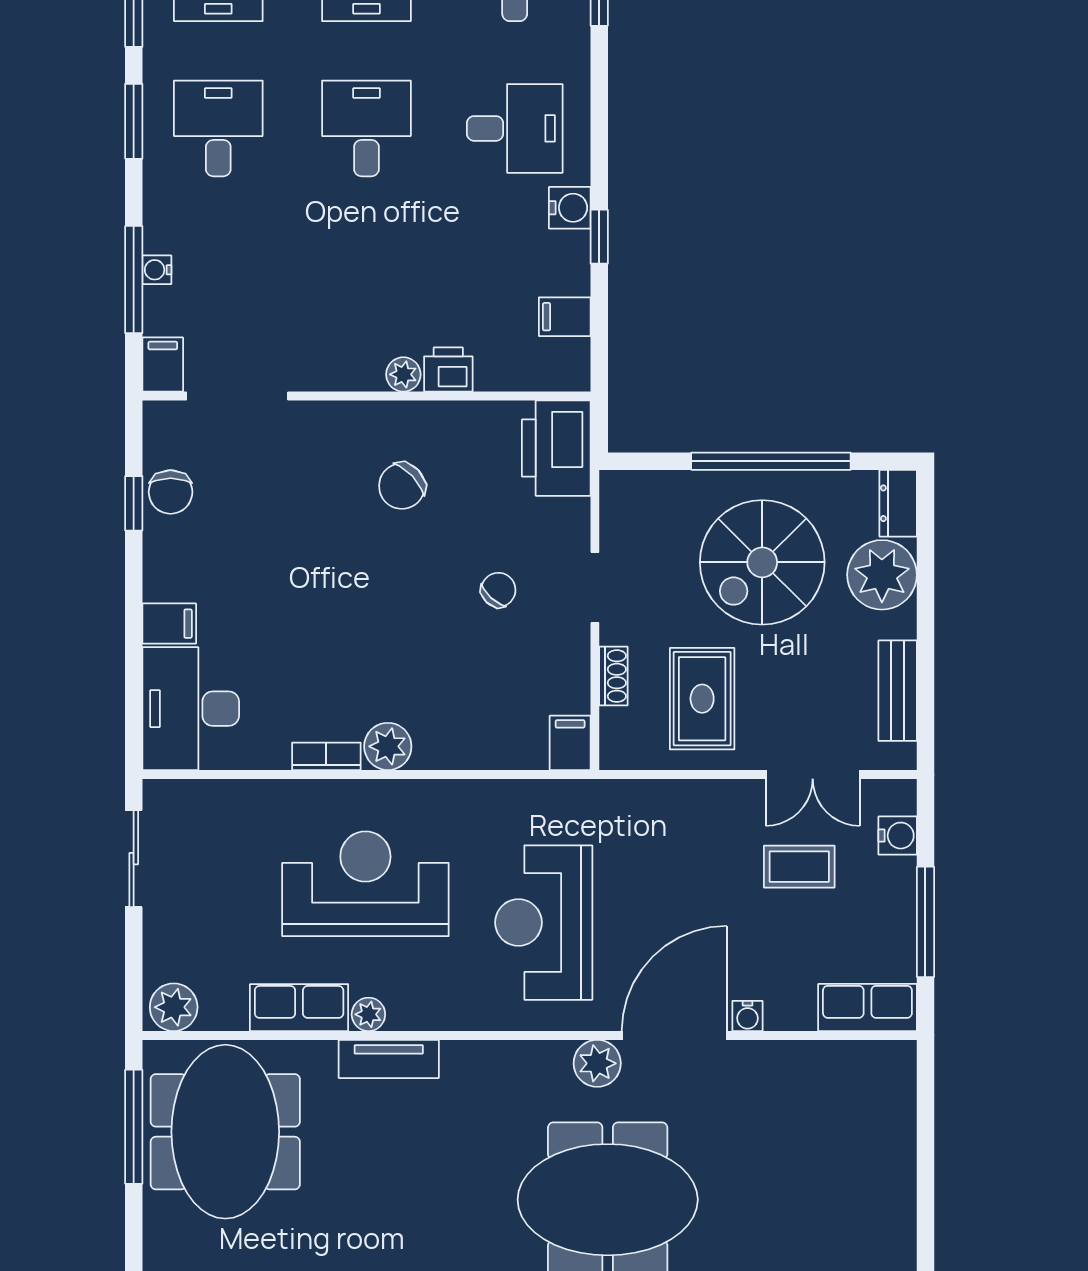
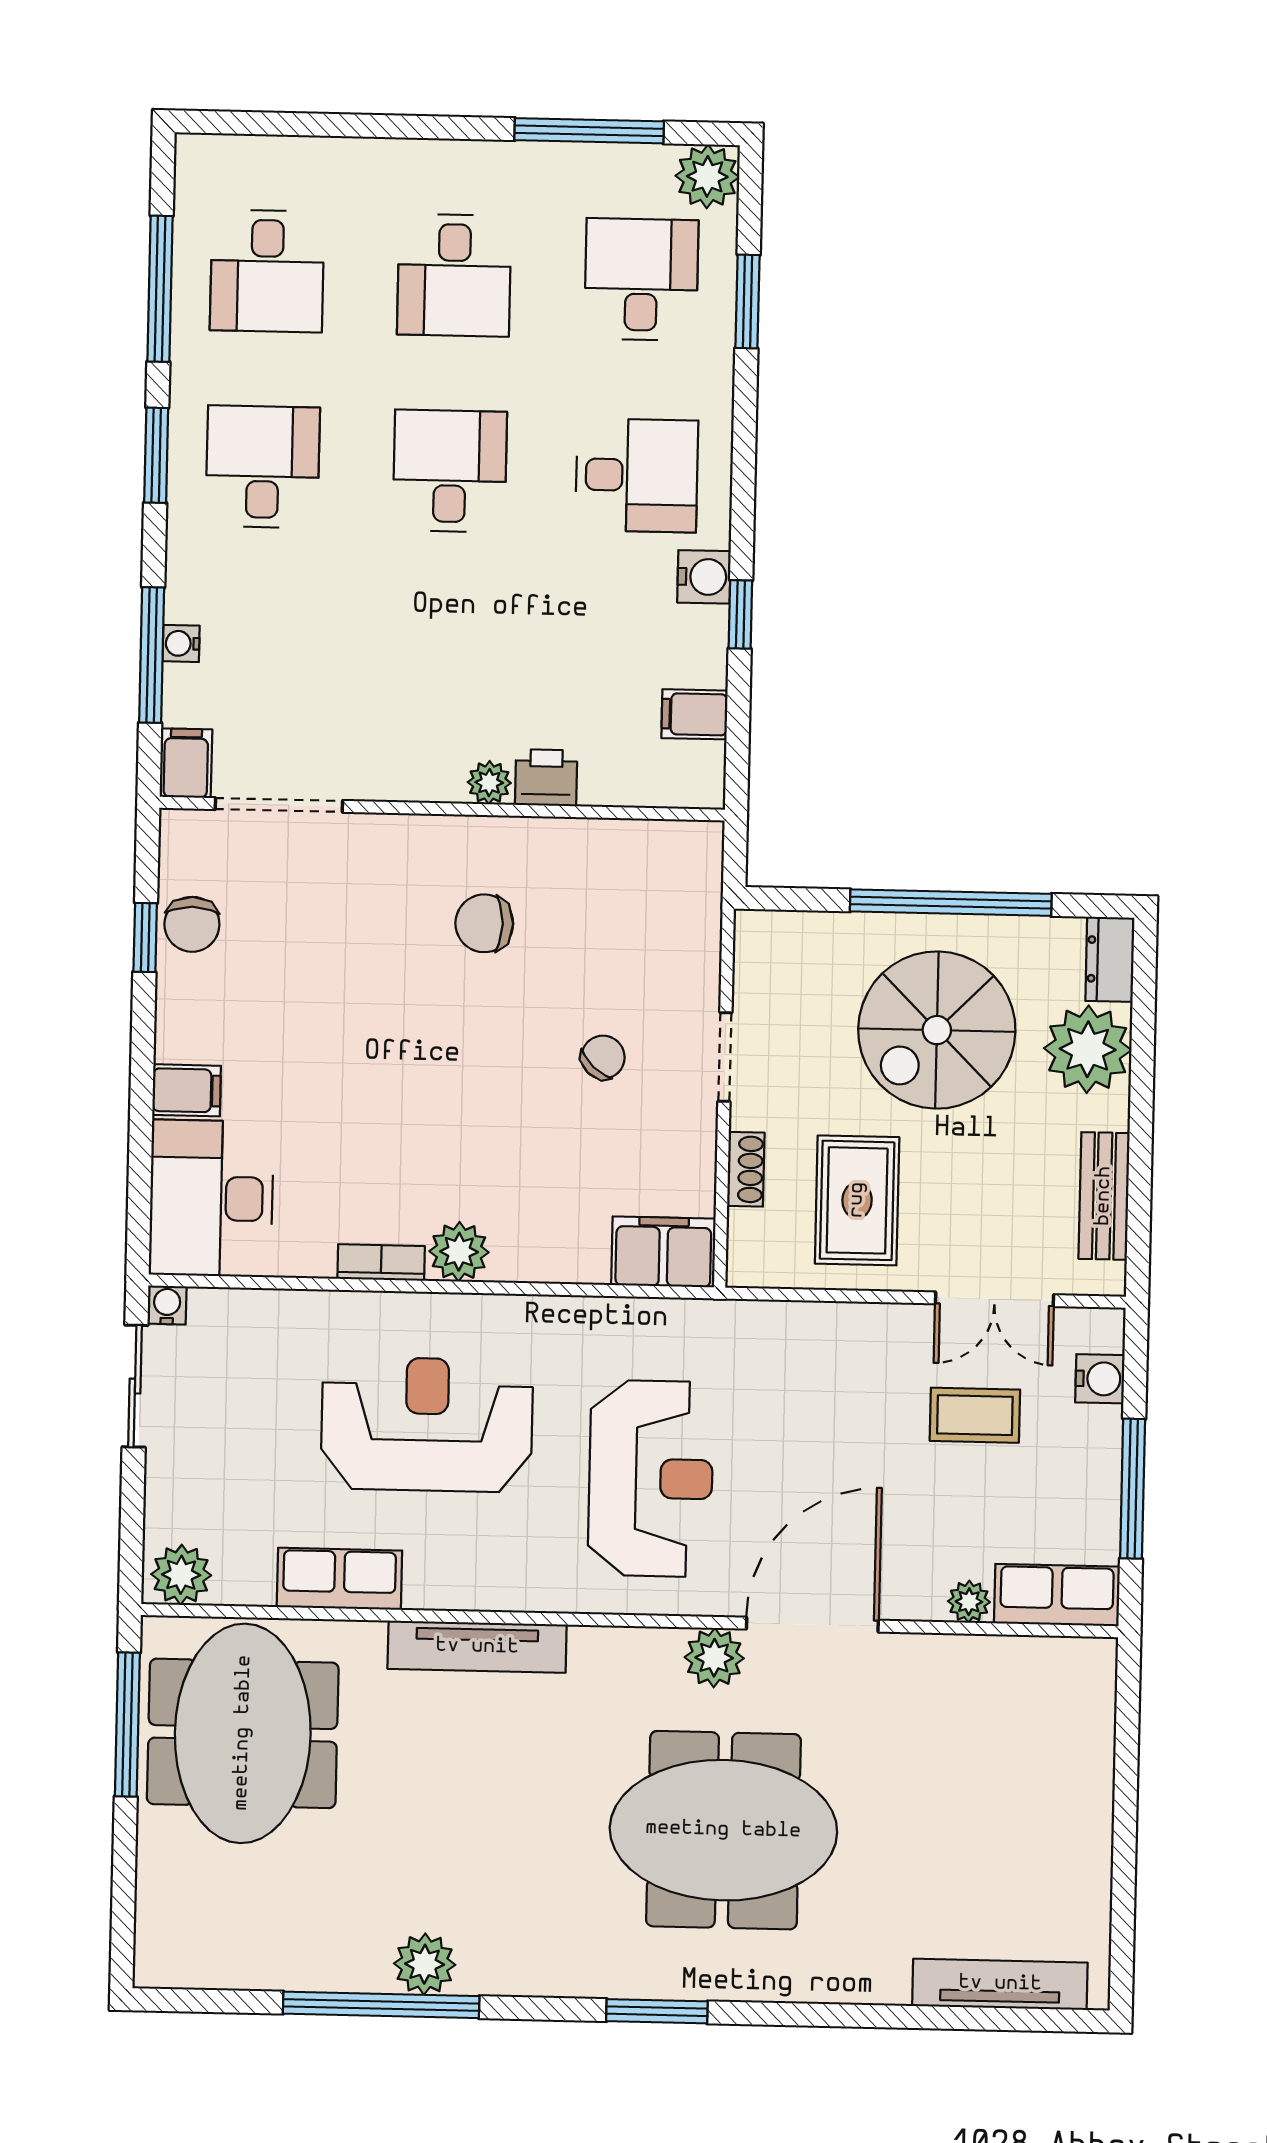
printer: (556, 448) -> (680, 880), removed
chair: (402, 486) -> (484, 923), turned 43
filing cabinet: (570, 743) -> (663, 1252), width x2.00
reception desk: (544, 923) -> (651, 1478), turned 180
plant: (368, 1014) -> (969, 1602), moved
water cooler: (747, 1016) -> (167, 1305), moved, turned 180
tv unit: (389, 1059) -> (477, 1647), width x1.41

